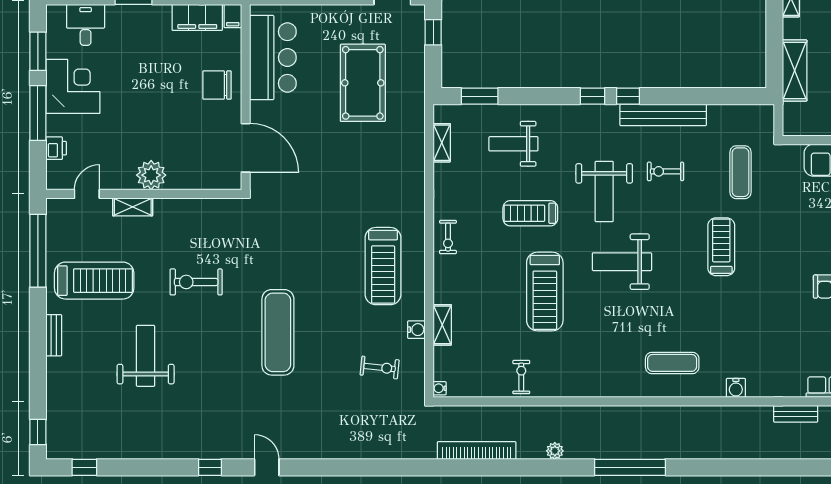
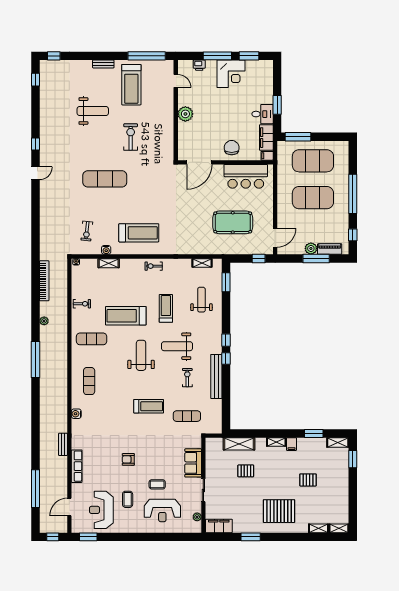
desk: (86, 25) -> (263, 114), moved
shelving: (133, 207) -> (169, 104), removed
treadmill: (383, 266) -> (139, 233), turned 180
exercise mat: (590, 358) -> (92, 339), added

